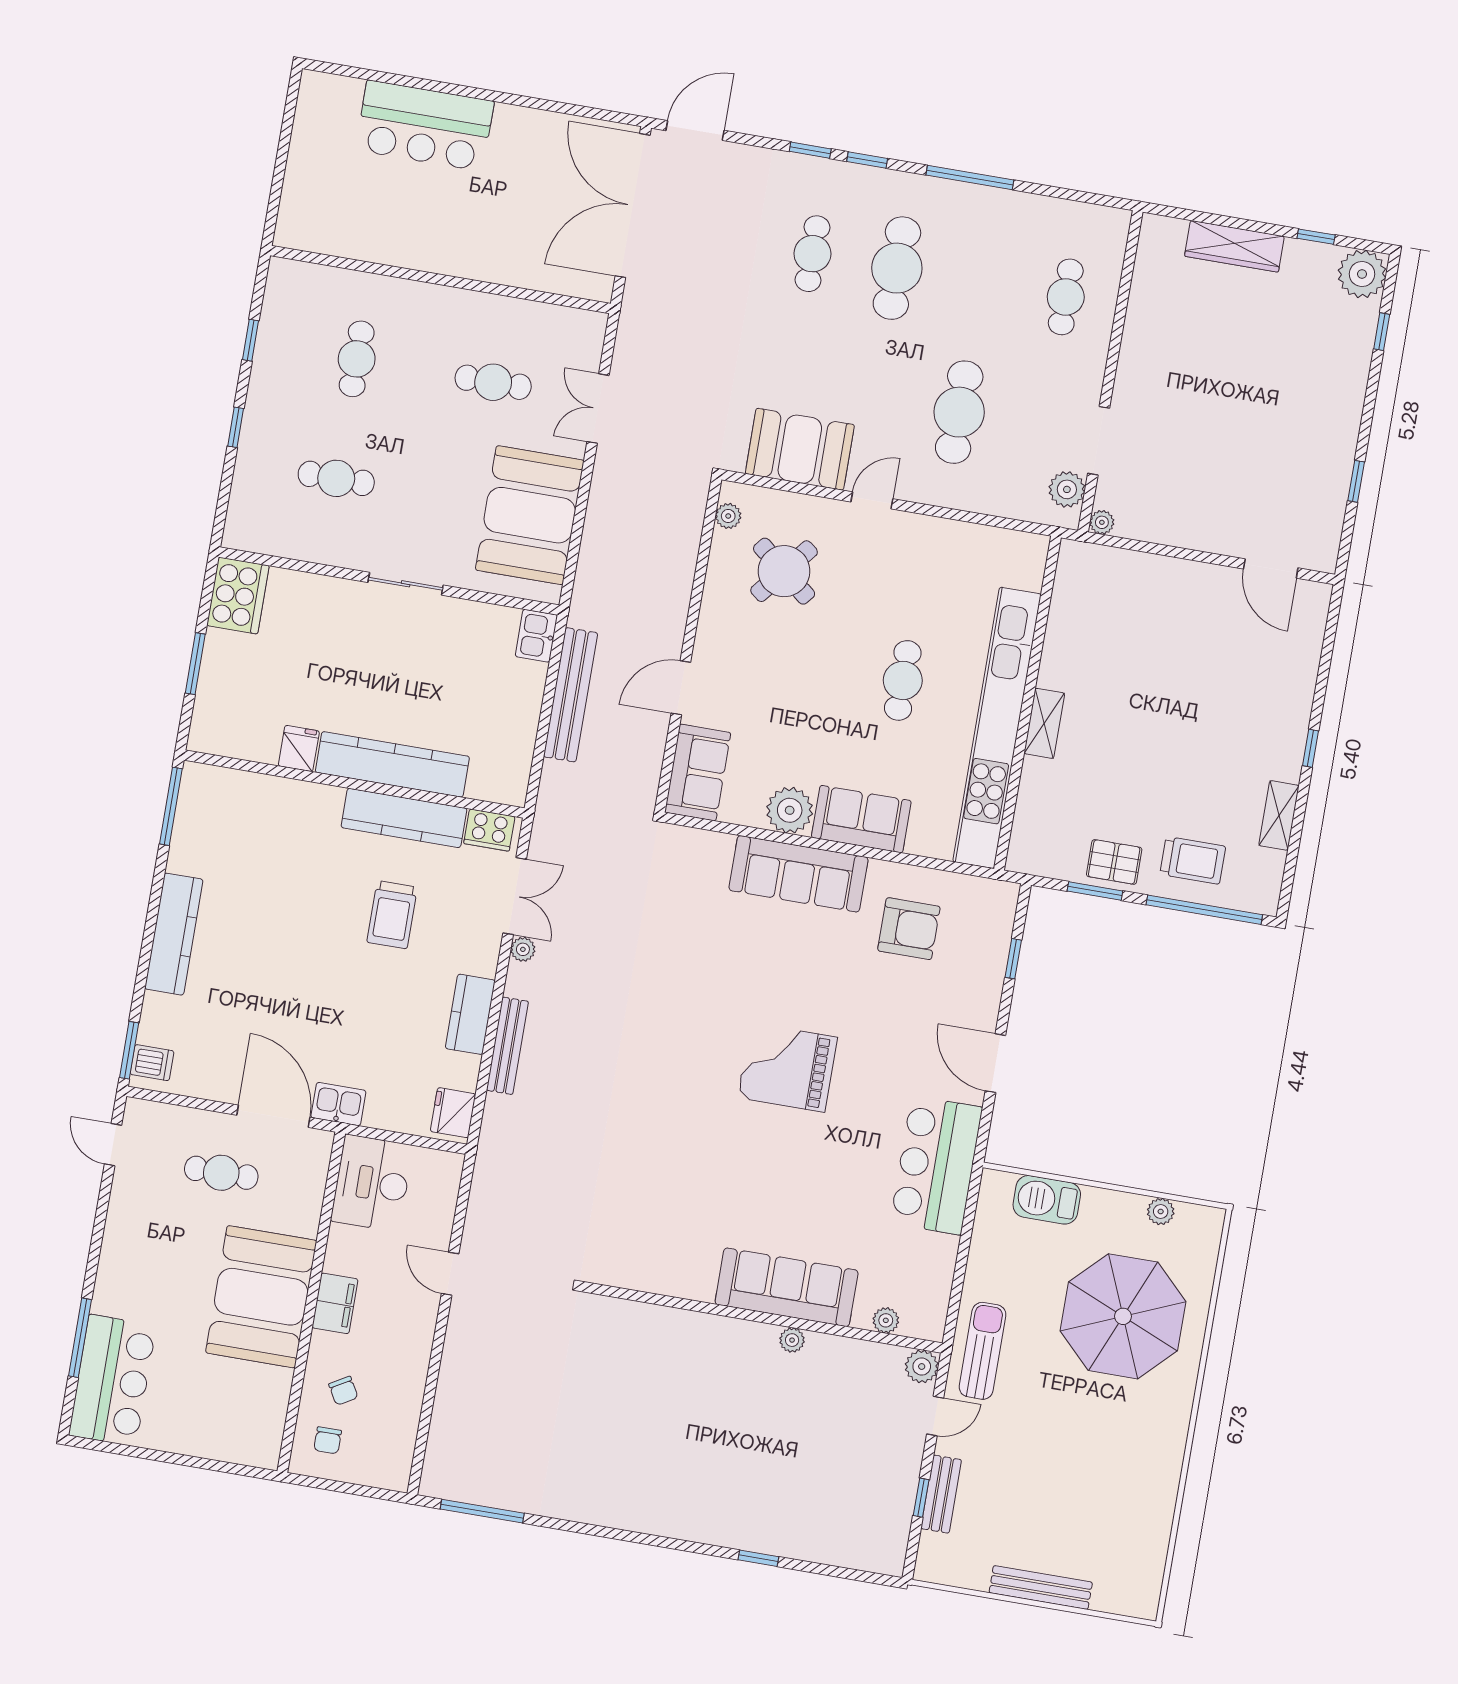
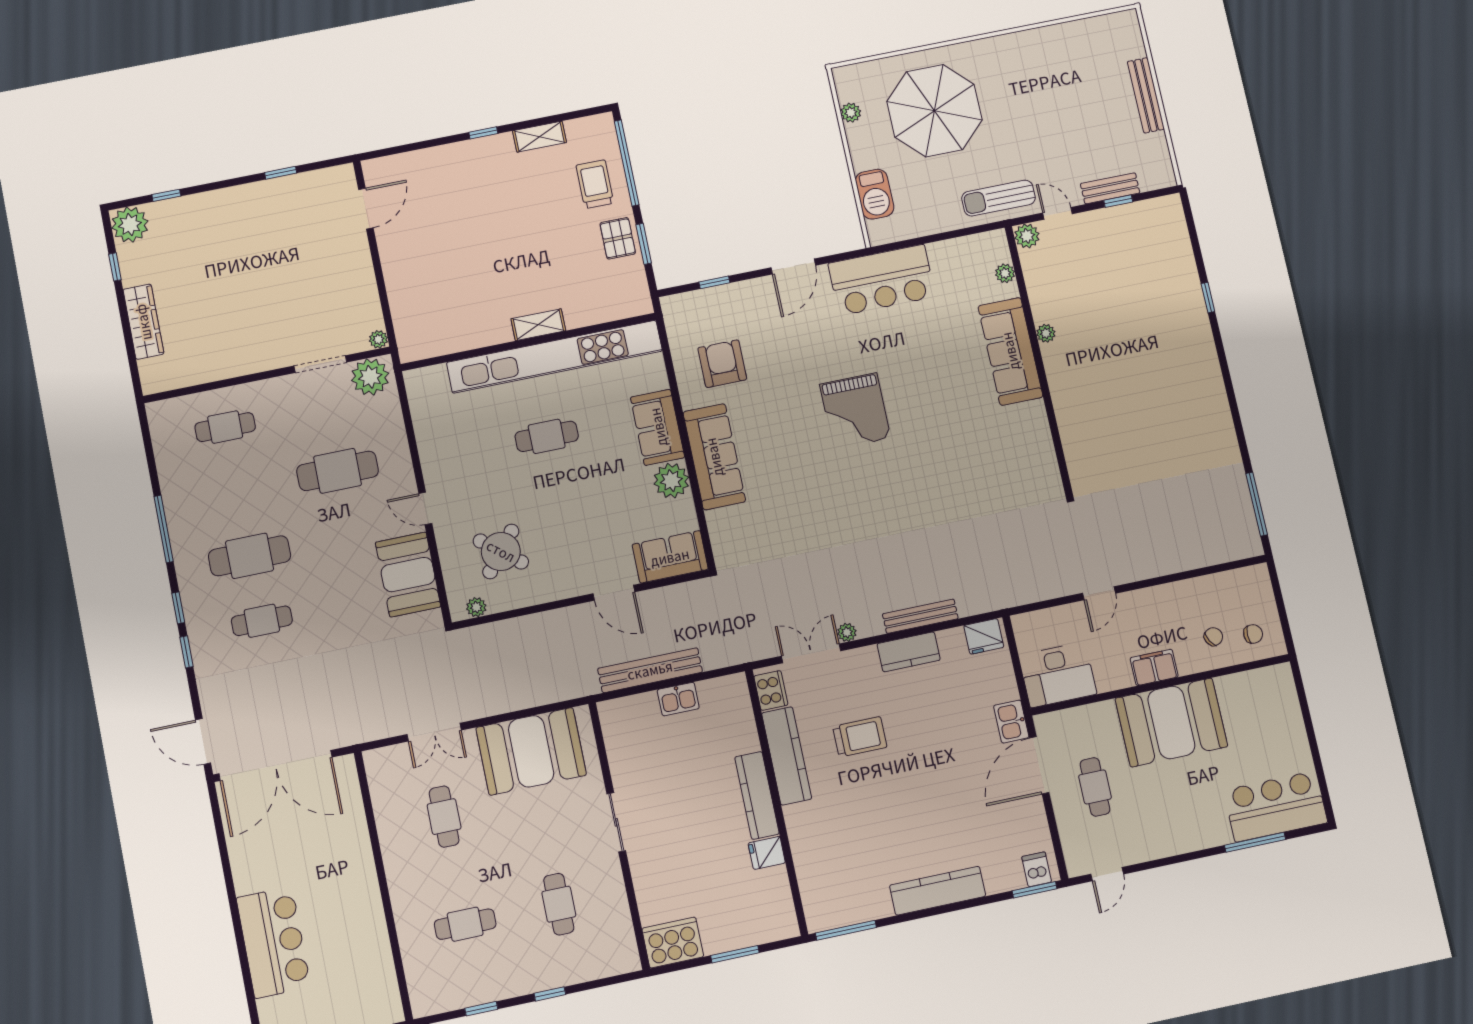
plant: (1067, 489) -> (370, 377), width x1.36, depth x1.36
kitchen sink: (536, 636) -> (678, 699), moved
kitchen counter: (392, 764) -> (757, 795), width x0.72, depth x0.86

